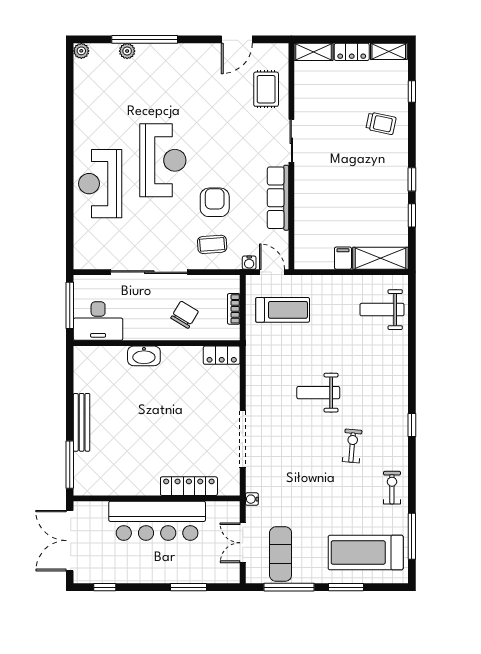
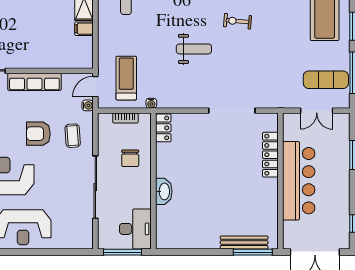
chair: (185, 315) -> (130, 158), turned -121
weight bench: (318, 393) -> (194, 49), turned -90
bench: (82, 422) -> (244, 242), moved
water cooler: (252, 499) -> (151, 103), moved

